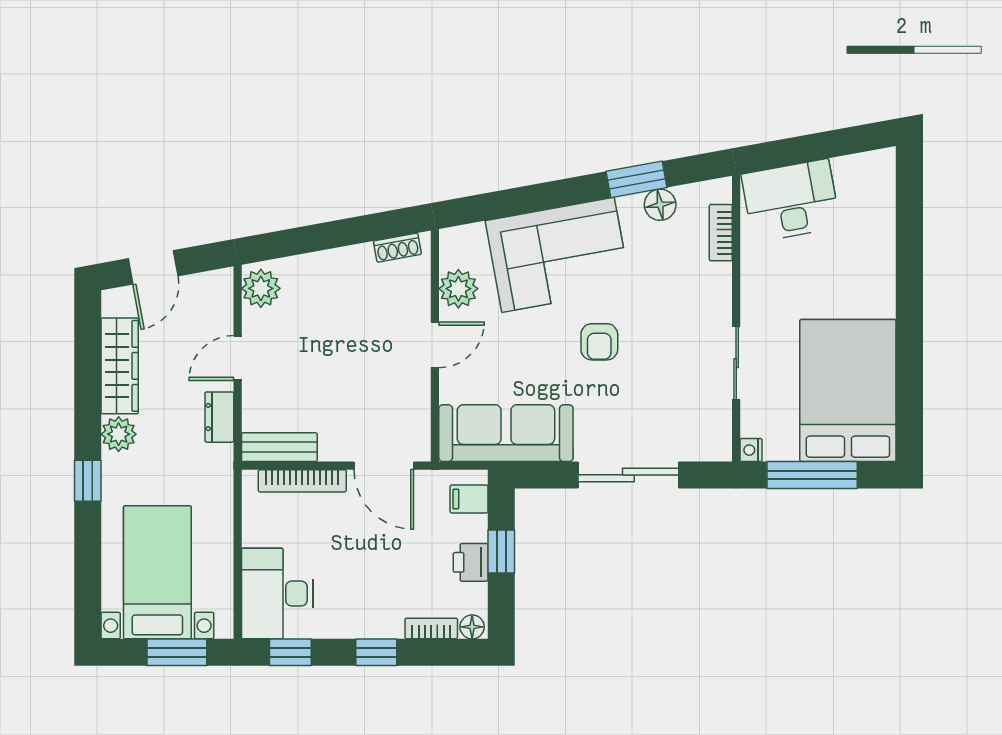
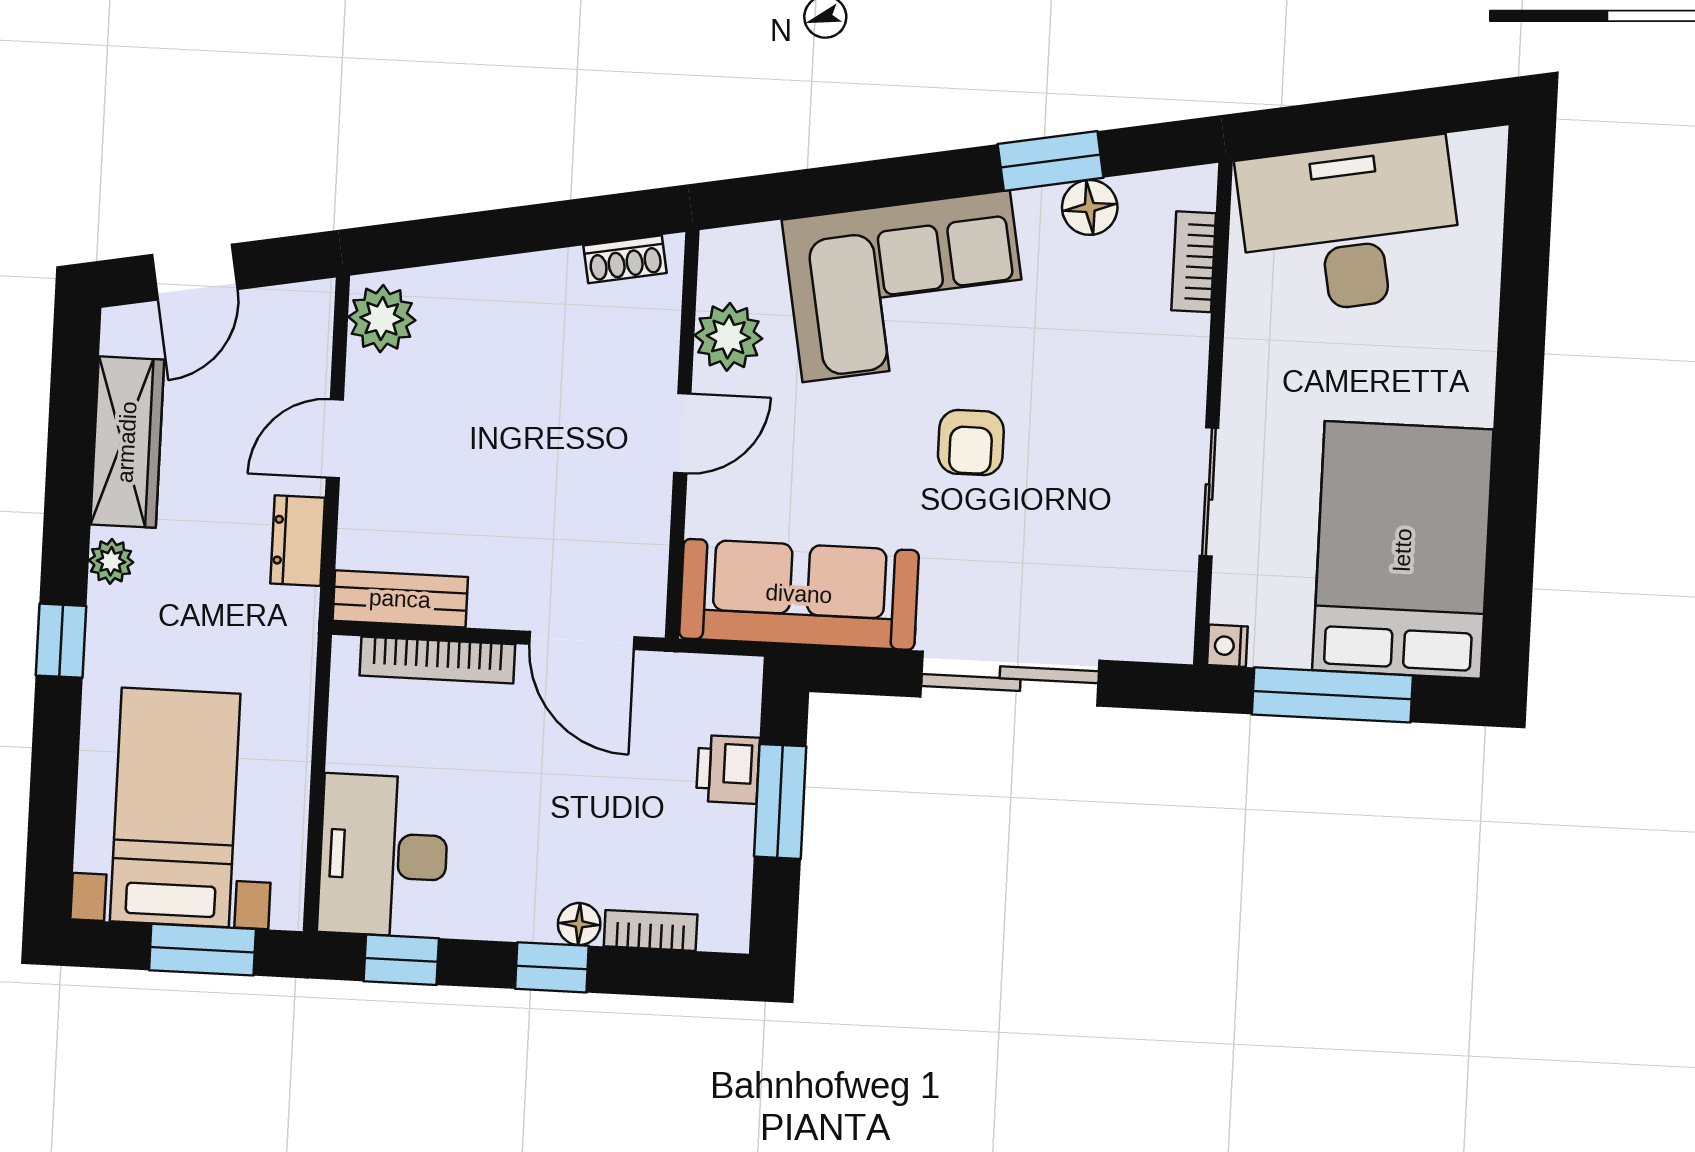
desk: (791, 201) -> (1350, 226), width x1.36, depth x1.30
plant: (119, 434) -> (111, 561), width x0.73, depth x0.73
filing cabinet: (469, 499) -> (728, 707), removed
window: (501, 551) -> (780, 801), width x1.50
printer: (471, 562) -> (728, 769), moved
floor lamp: (472, 627) -> (579, 924), moved

